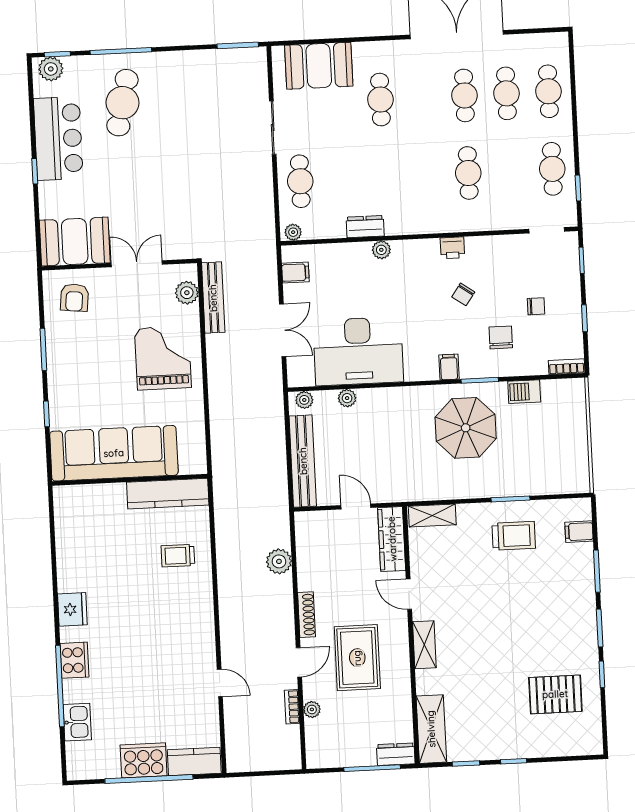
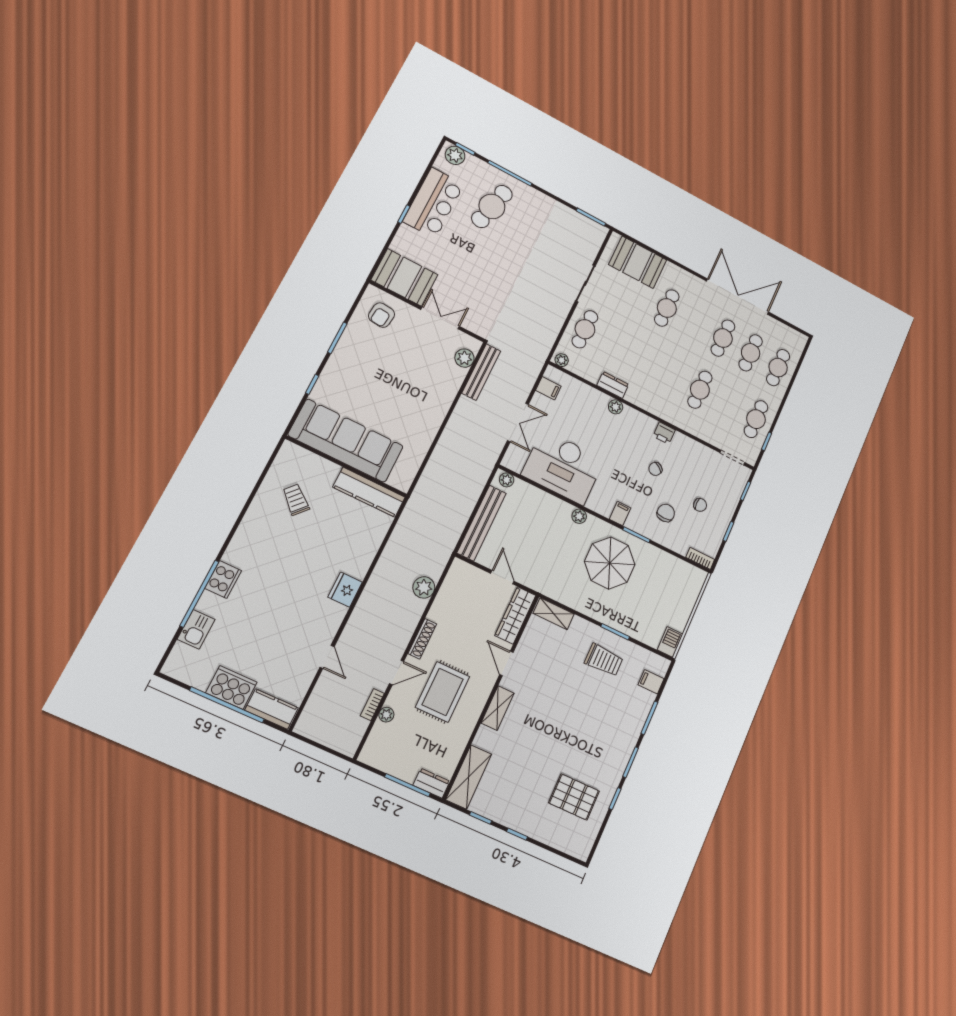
grand piano: (163, 358) -> (421, 393), removed
barbecue: (524, 392) -> (670, 642), moved, turned 90
plant: (347, 398) -> (579, 516), moved
trolley: (178, 556) -> (296, 500), moved, turned 42
fridge: (72, 609) -> (345, 590), moved, turned 180

